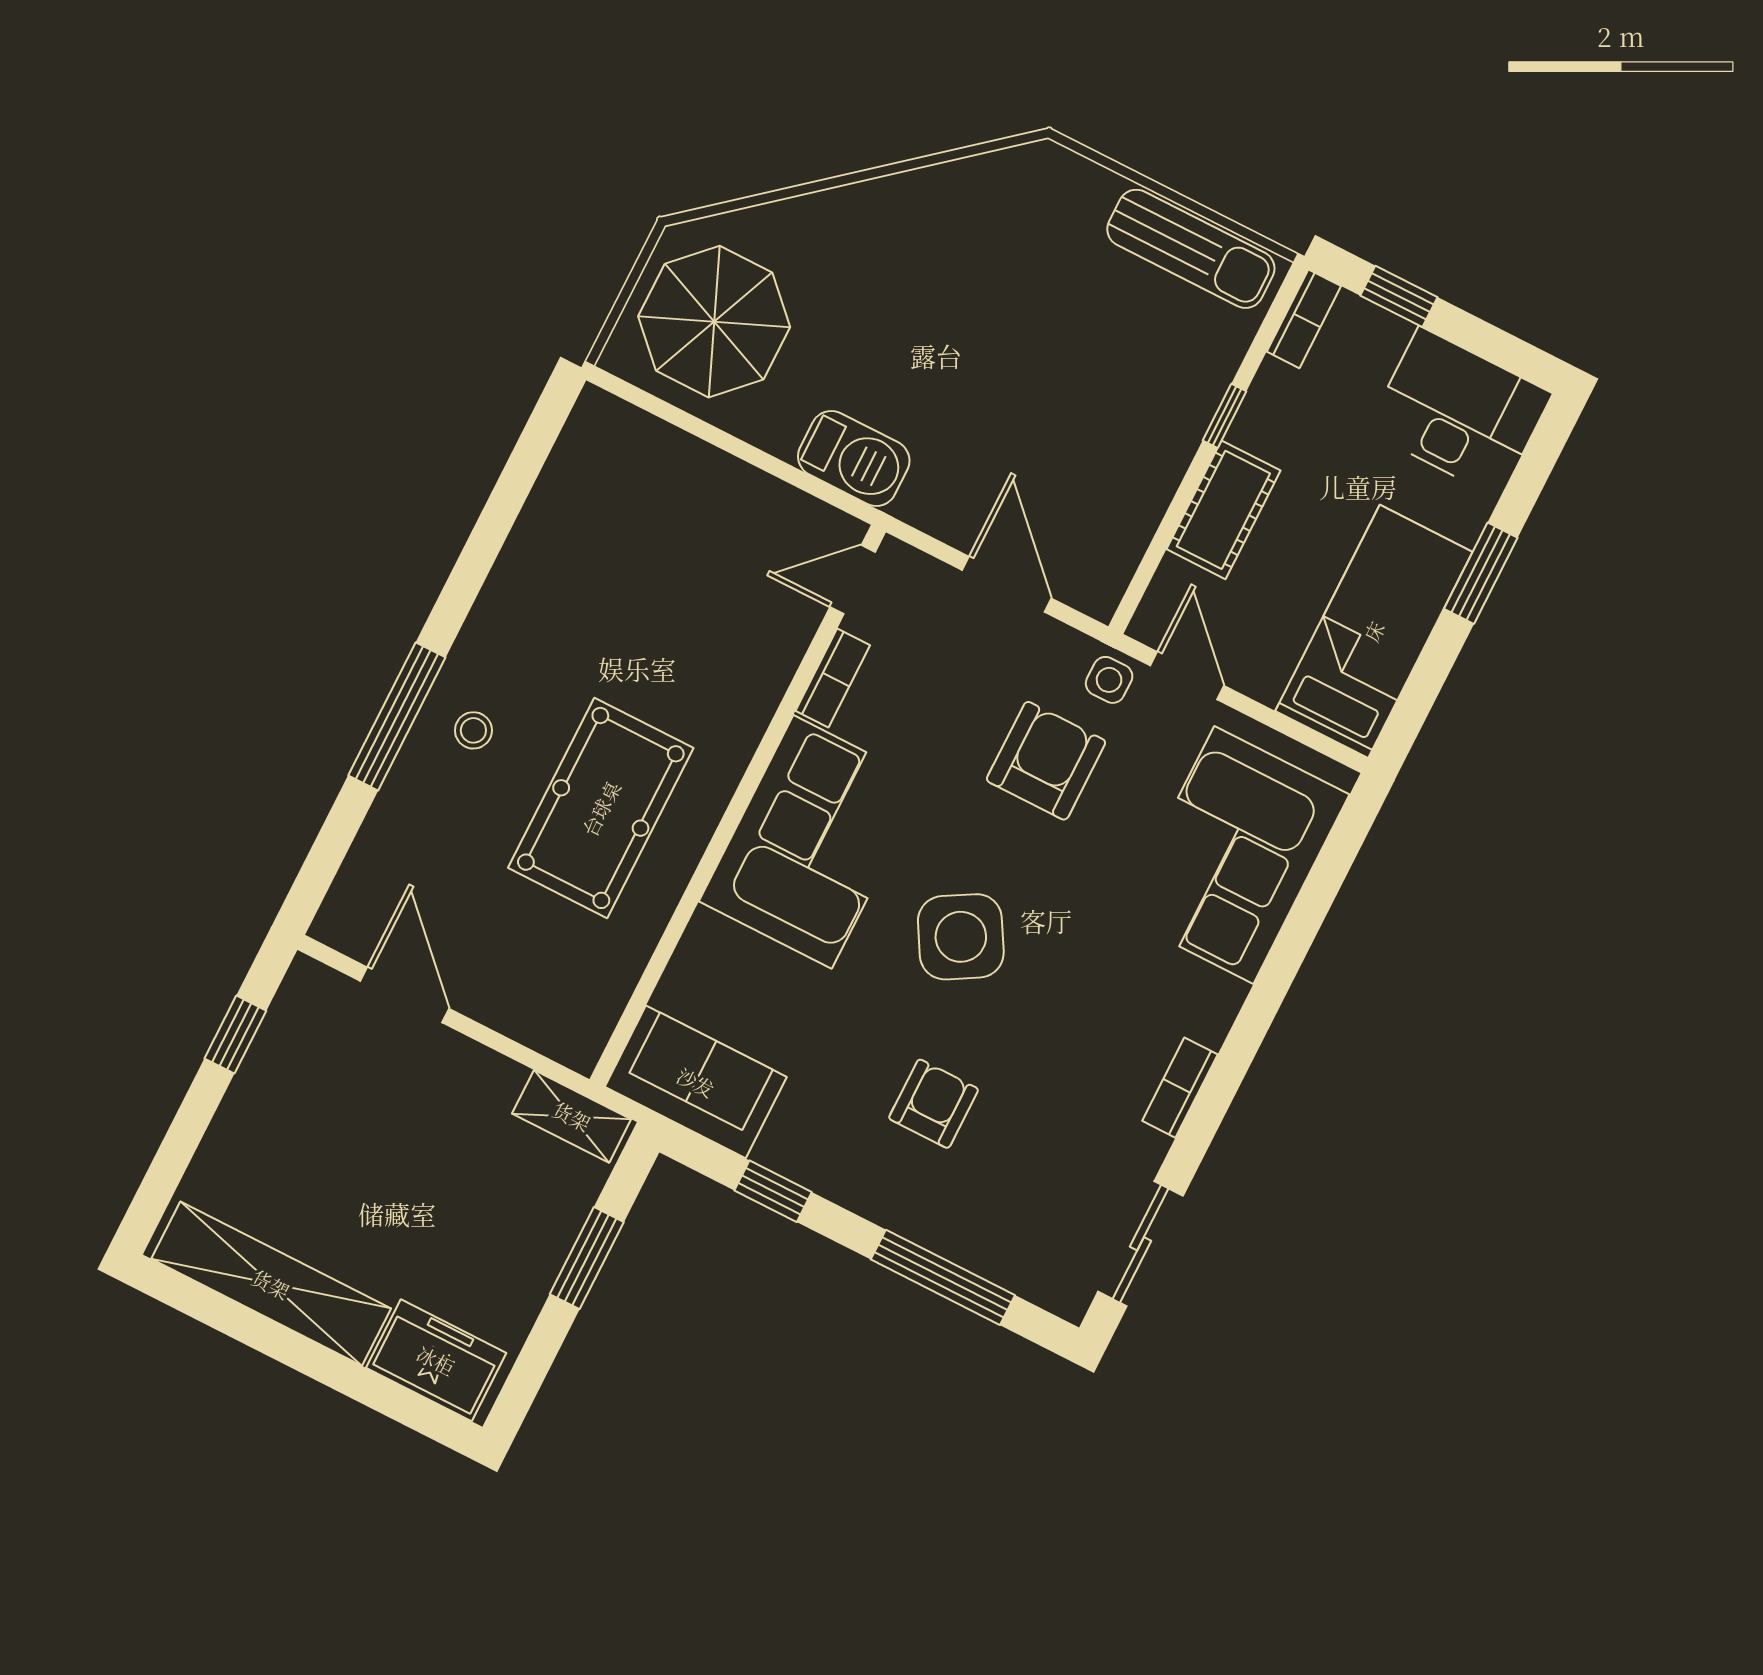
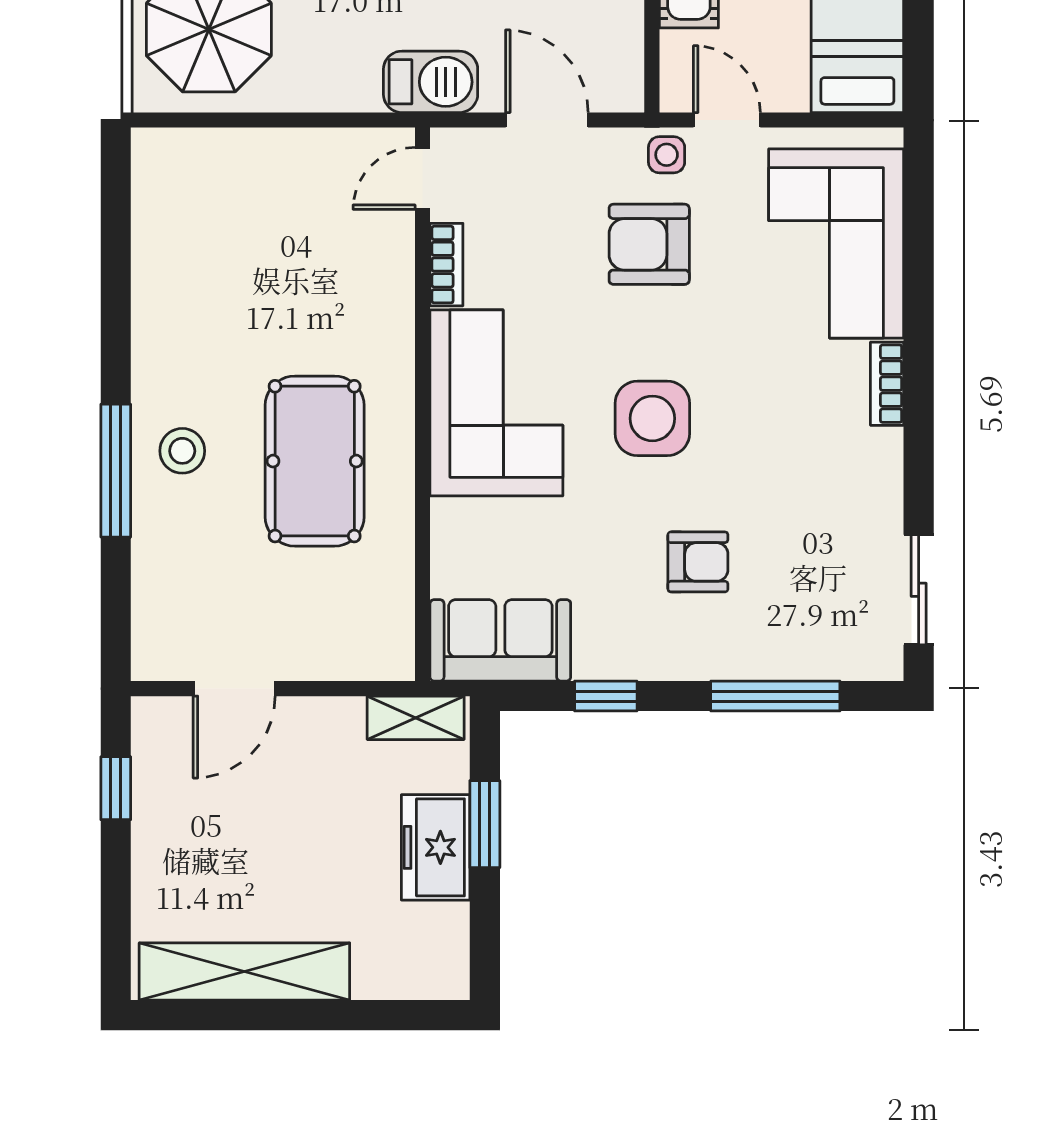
barbecue: (854, 458) -> (431, 82), moved
stool: (473, 730) -> (182, 451), width x1.37, depth x1.37
armchair: (1046, 761) -> (649, 244), turned -90
side table: (961, 937) -> (652, 418), turned 30
door: (405, 995) -> (234, 689), swing flipped
bookcase: (1180, 1088) -> (887, 384), moved
armchair: (934, 1104) -> (698, 562), turned 90
freezer: (436, 1360) -> (436, 847), moved, turned -90

